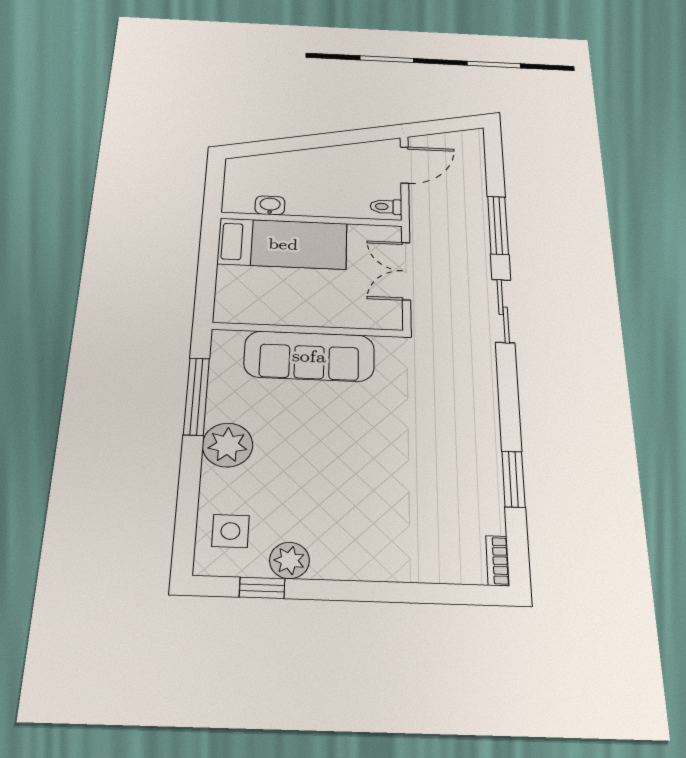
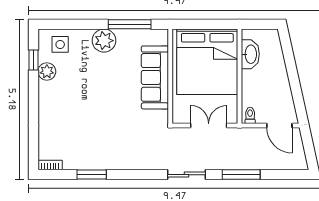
washbasin: (270, 205) -> (250, 54), width x1.91, depth x1.45
bed: (283, 244) -> (207, 62), width x2.04

